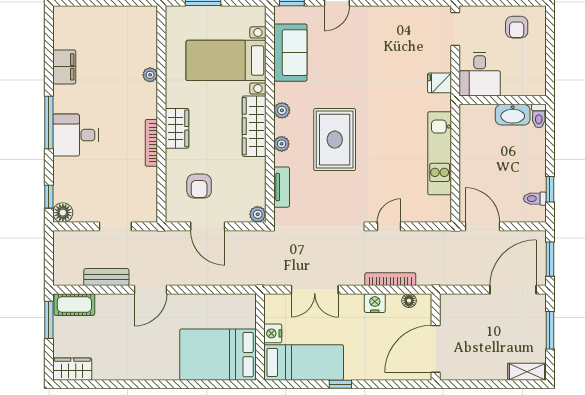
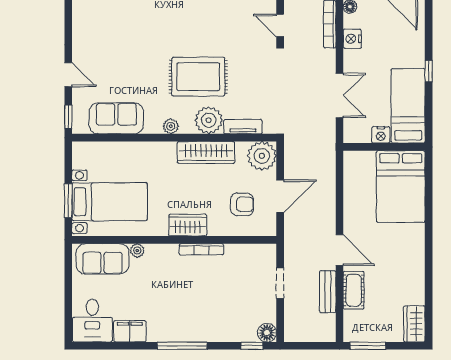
sofa: (141, 38) -> (102, 259), added
bed with nightstands: (226, 60) -> (110, 202), moved, turned -90
wardrobe: (254, 126) -> (206, 152), moved
desk: (76, 135) -> (92, 321), moved
plant: (282, 144) -> (209, 120), width x1.87, depth x1.87
plant: (258, 214) -> (262, 156), width x1.87, depth x1.87
cot: (74, 305) -> (354, 290), moved

